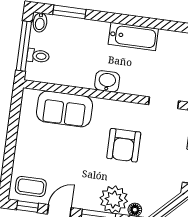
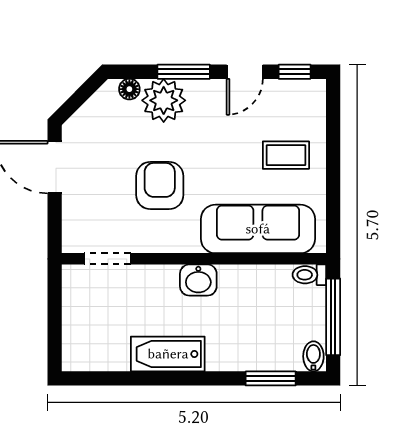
toilet: (38, 56) -> (309, 275), moved
sofa: (65, 109) -> (258, 229), width x1.36
coffee table: (31, 187) -> (286, 155), moved

